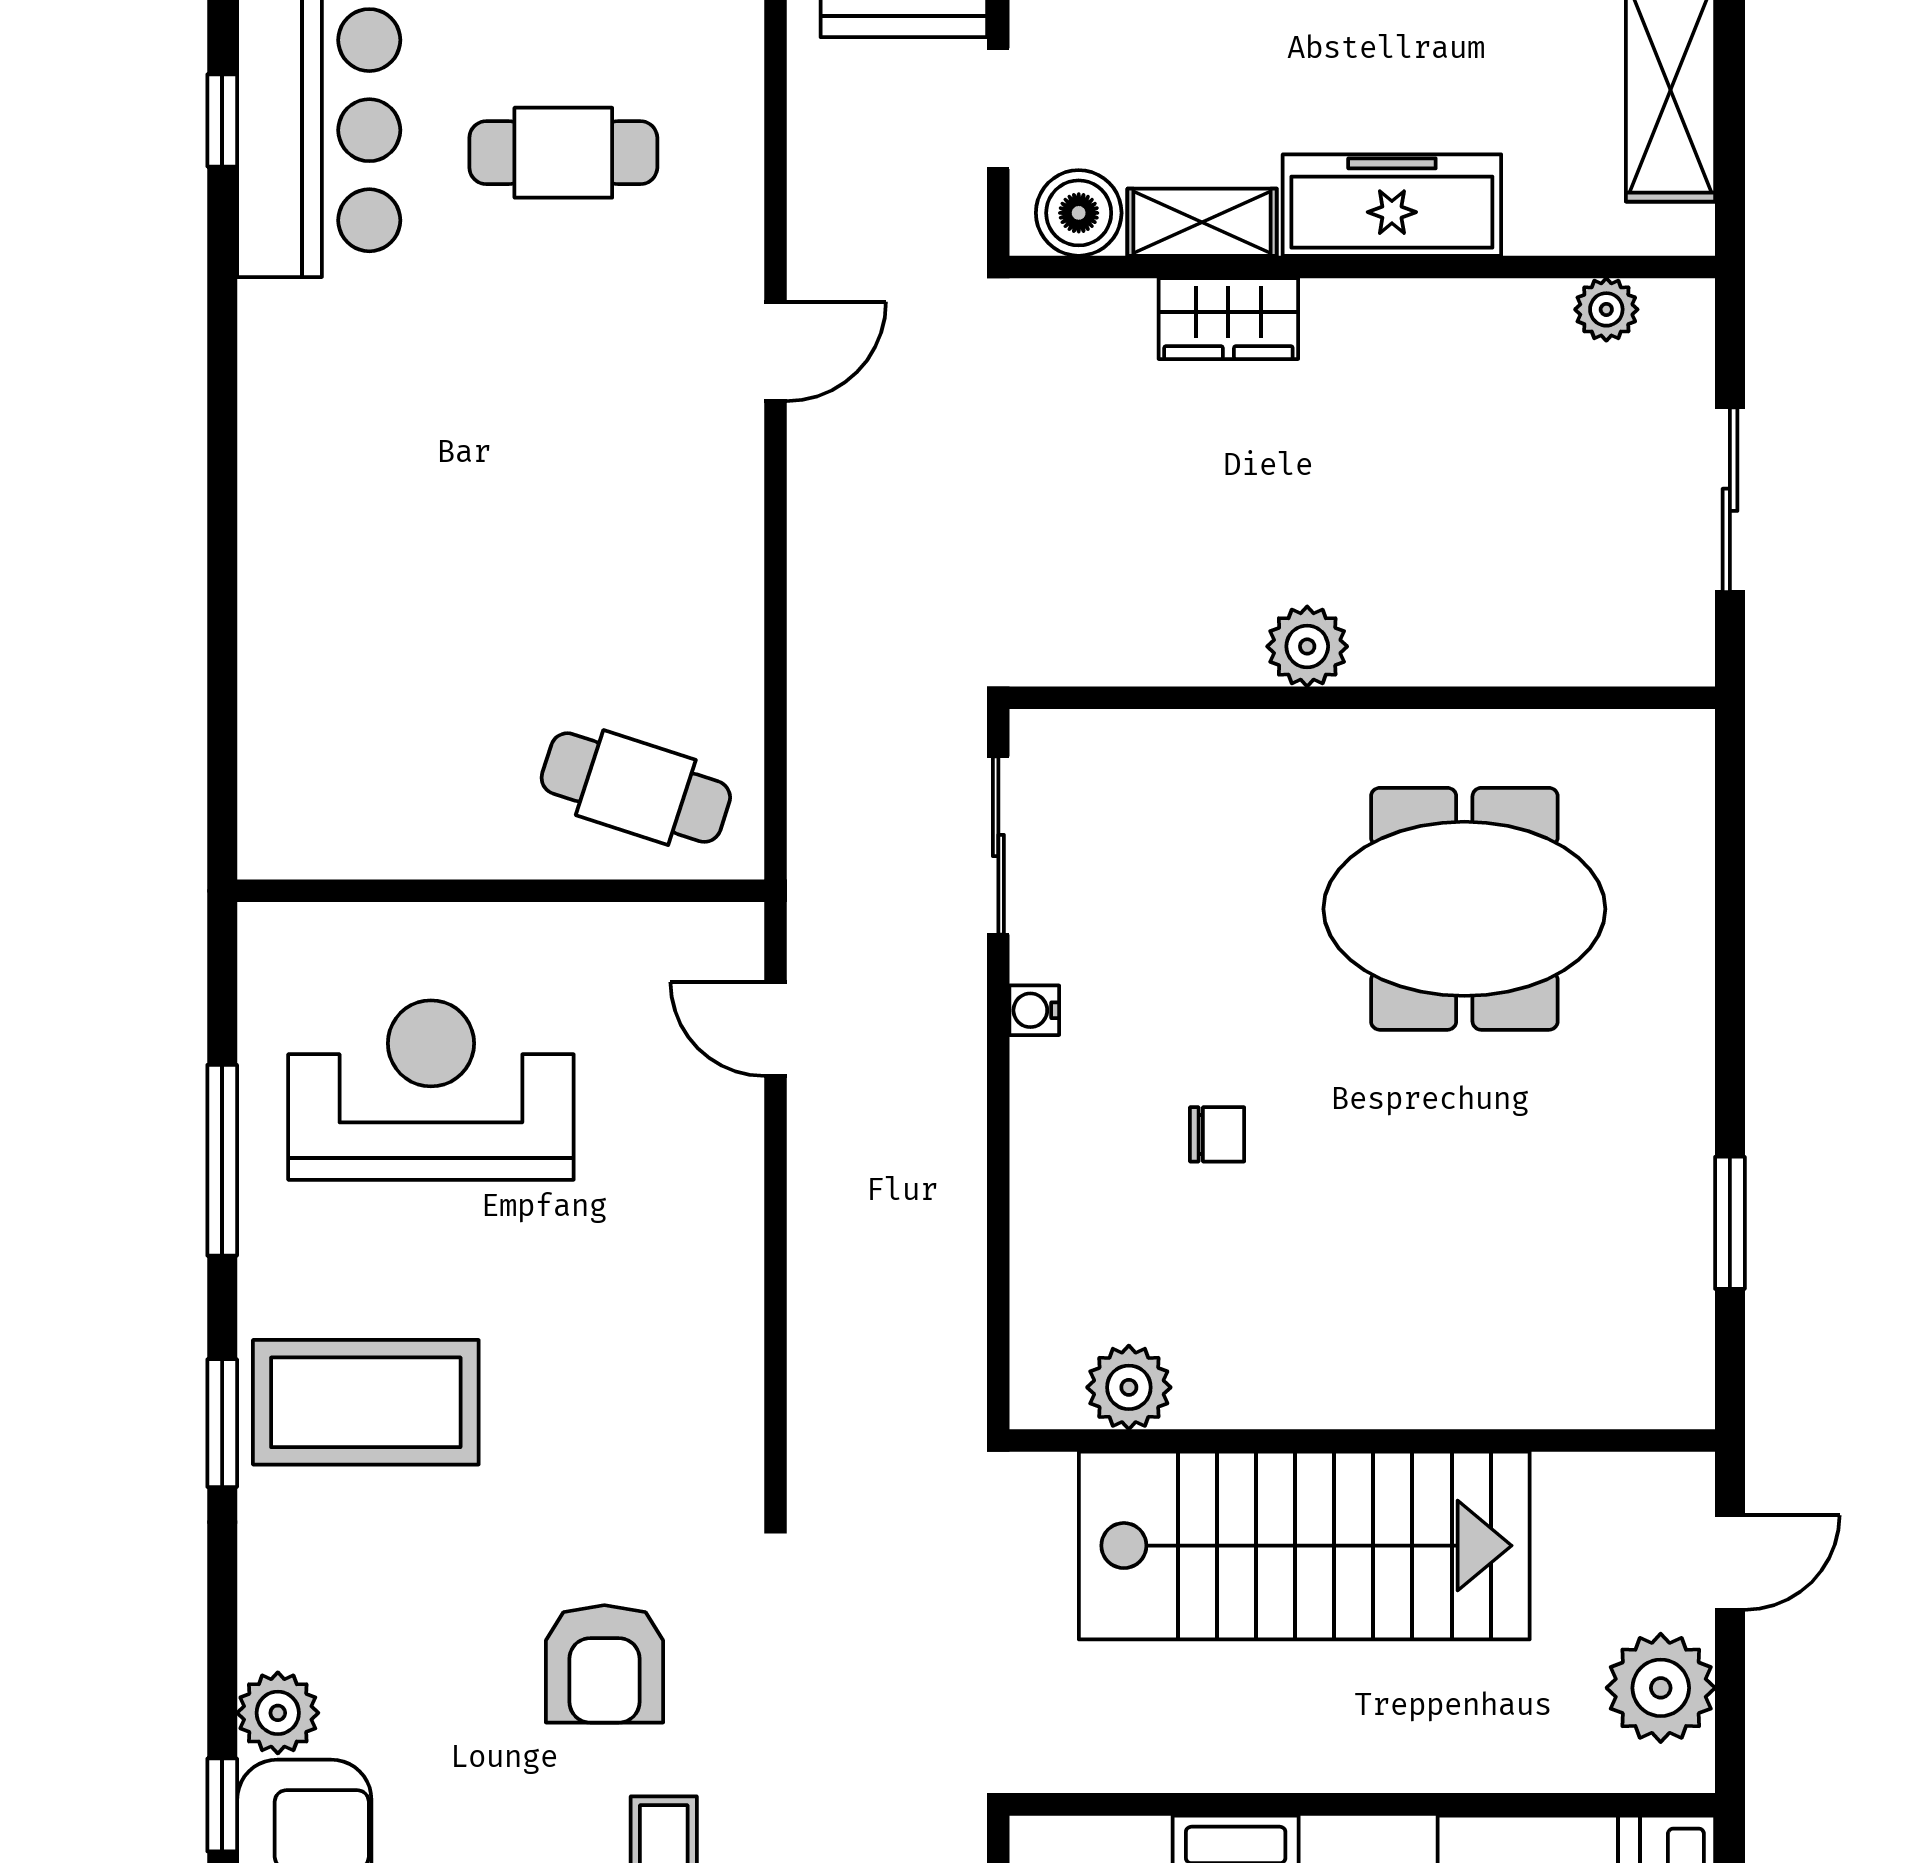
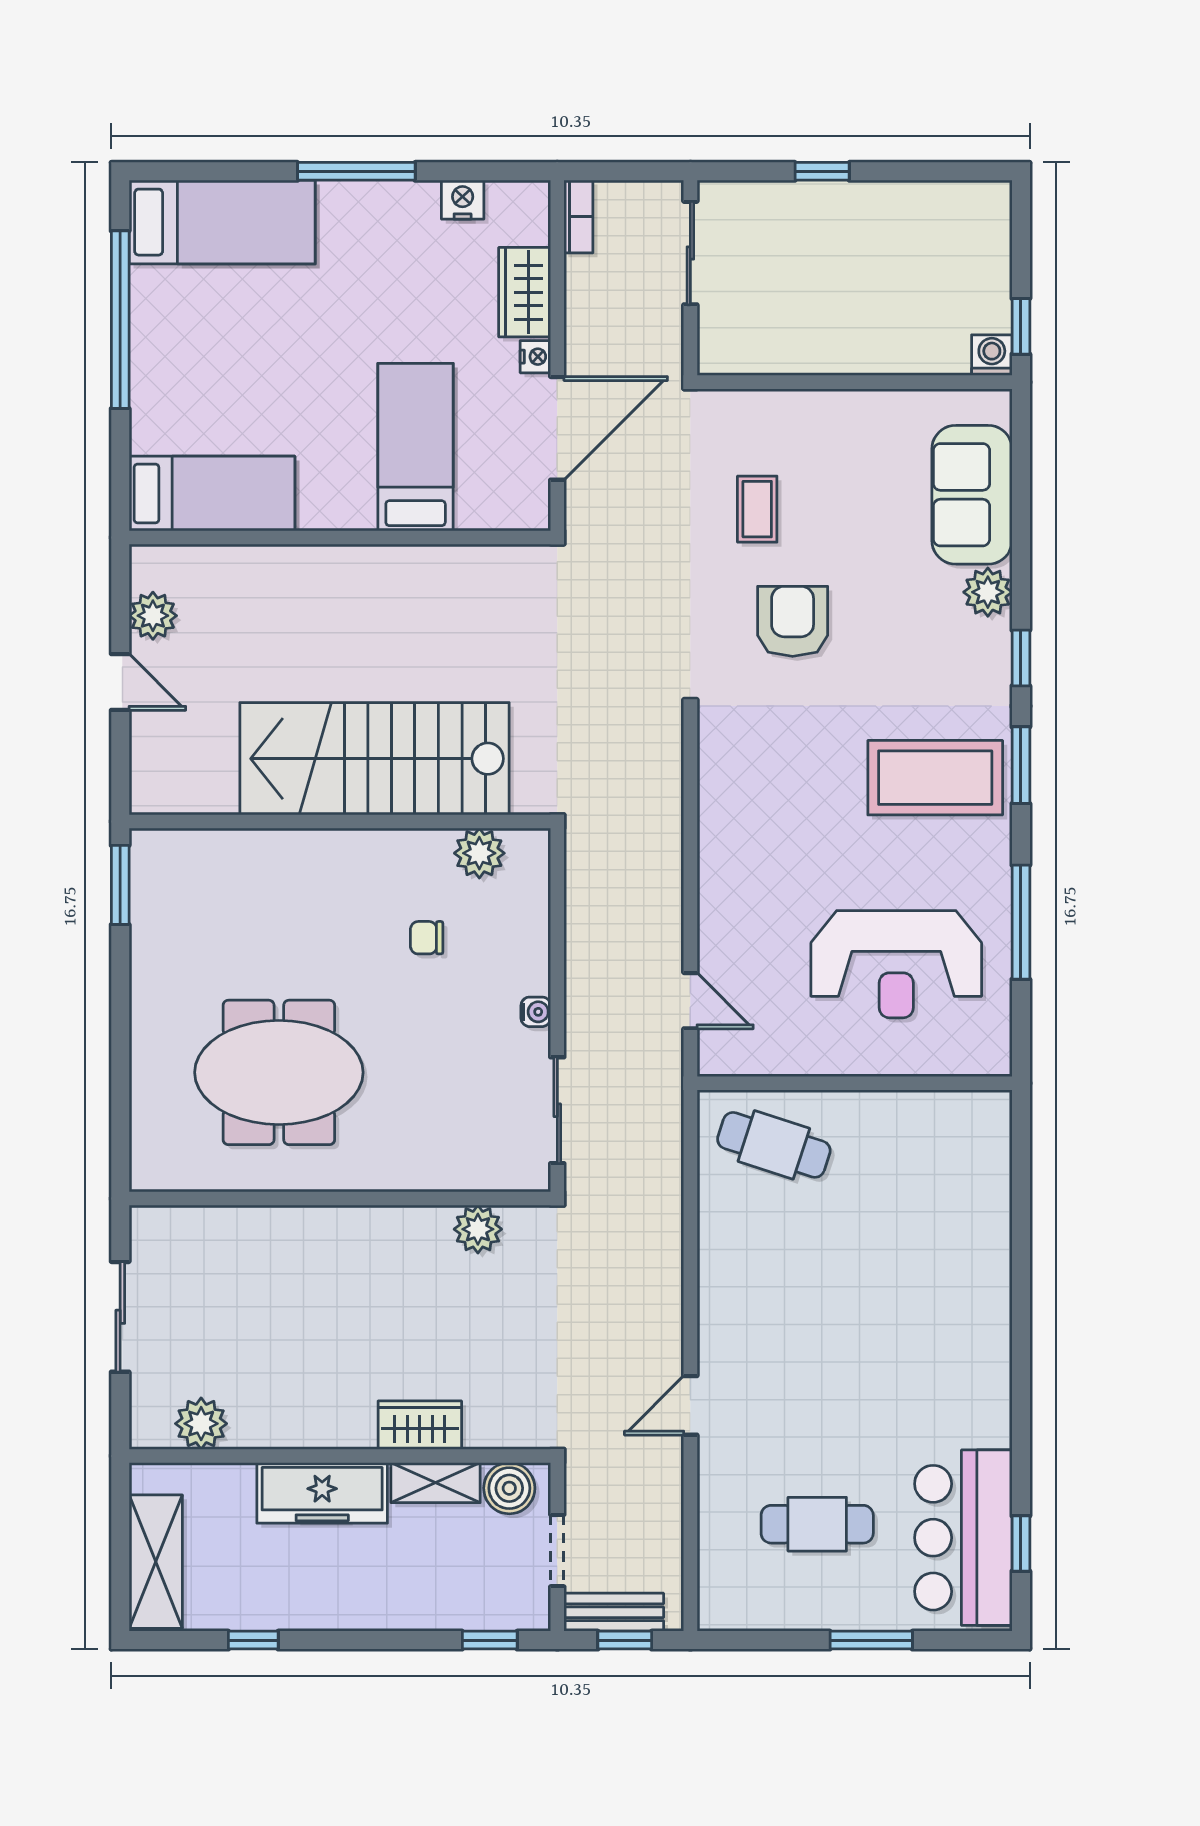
plant: (1606, 309) -> (201, 1424), width x1.38, depth x1.38
plant: (1307, 646) -> (478, 1229), moved
plant: (1129, 1387) -> (479, 853), moved
wall: (1362, 1440) -> (340, 821), moved
stairs: (1304, 1546) -> (375, 759), moved
door: (1730, 1562) -> (120, 682), swing flipped
plant: (1661, 1688) -> (153, 616), width x0.73, depth x0.73
window: (222, 1805) -> (1021, 658), moved

